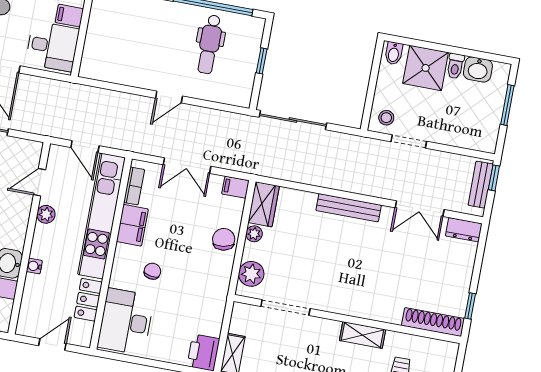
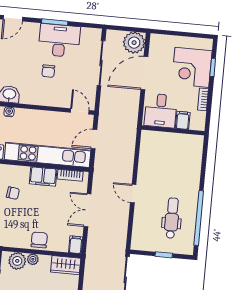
dental chair: (210, 44) -> (172, 218), turned 90
door: (39, 182) -> (80, 111), moved
plant: (46, 214) -> (45, 117), removed
plant: (254, 234) -> (33, 259), moved
chair: (224, 239) -> (39, 240), turned -81

